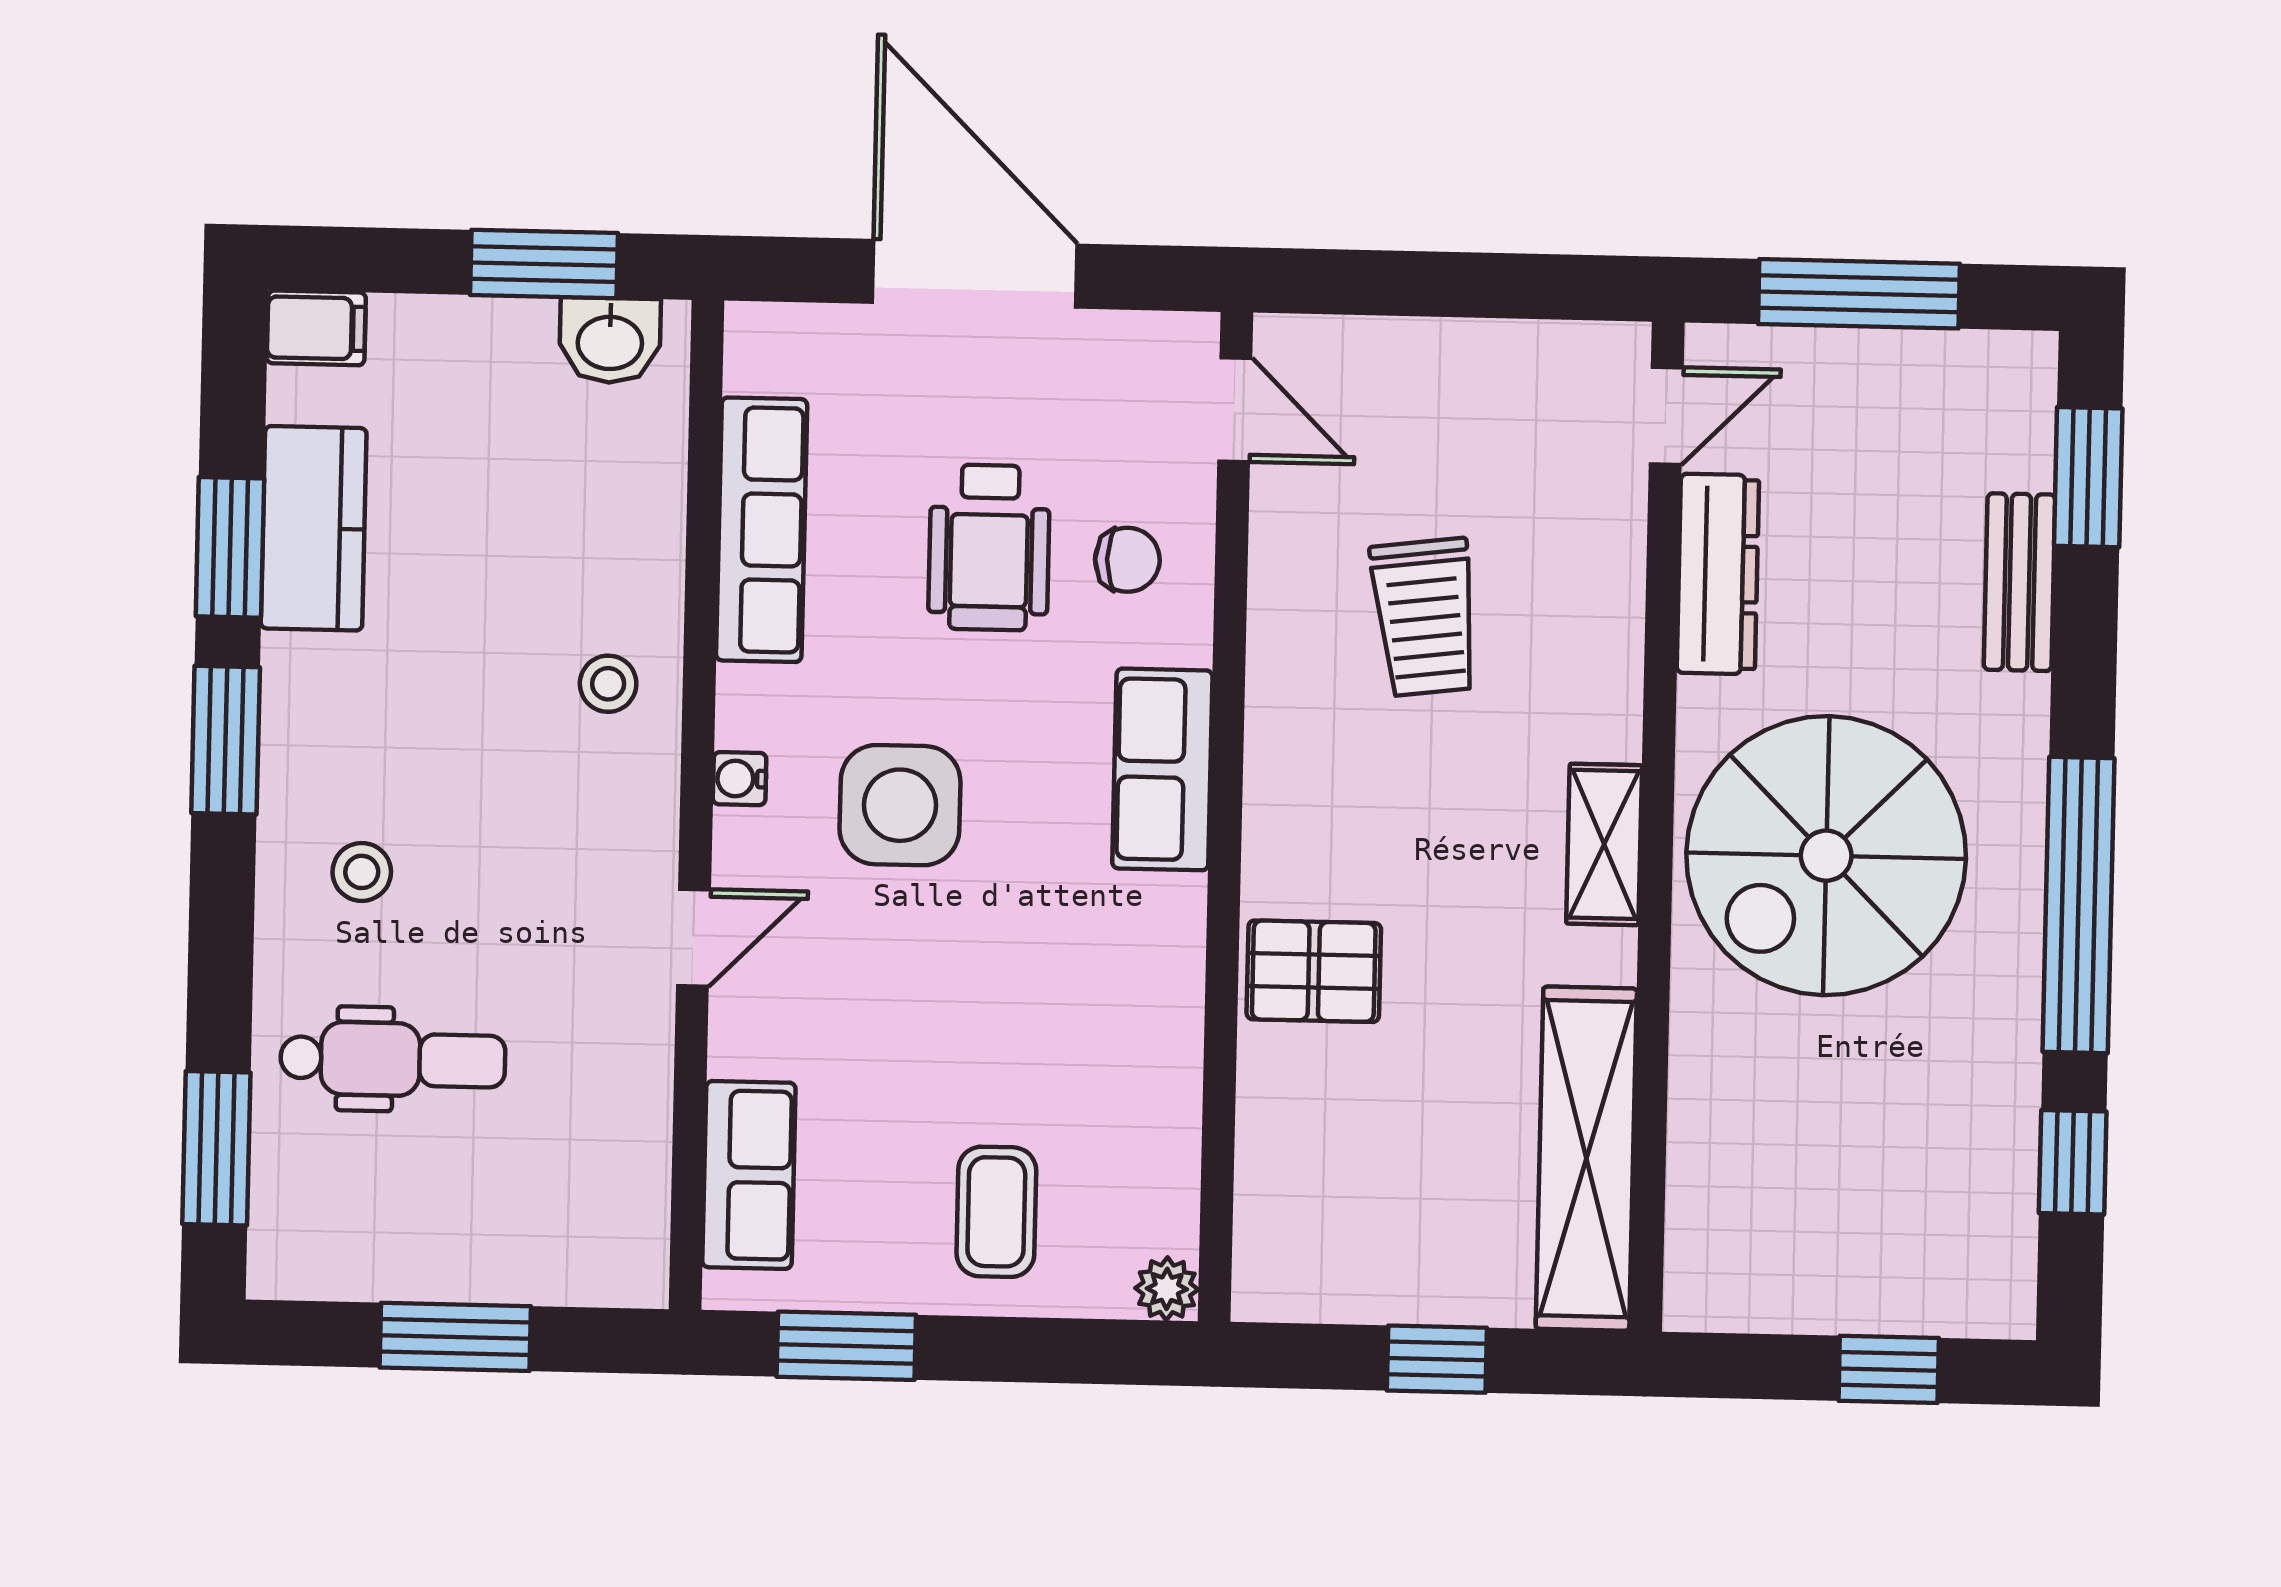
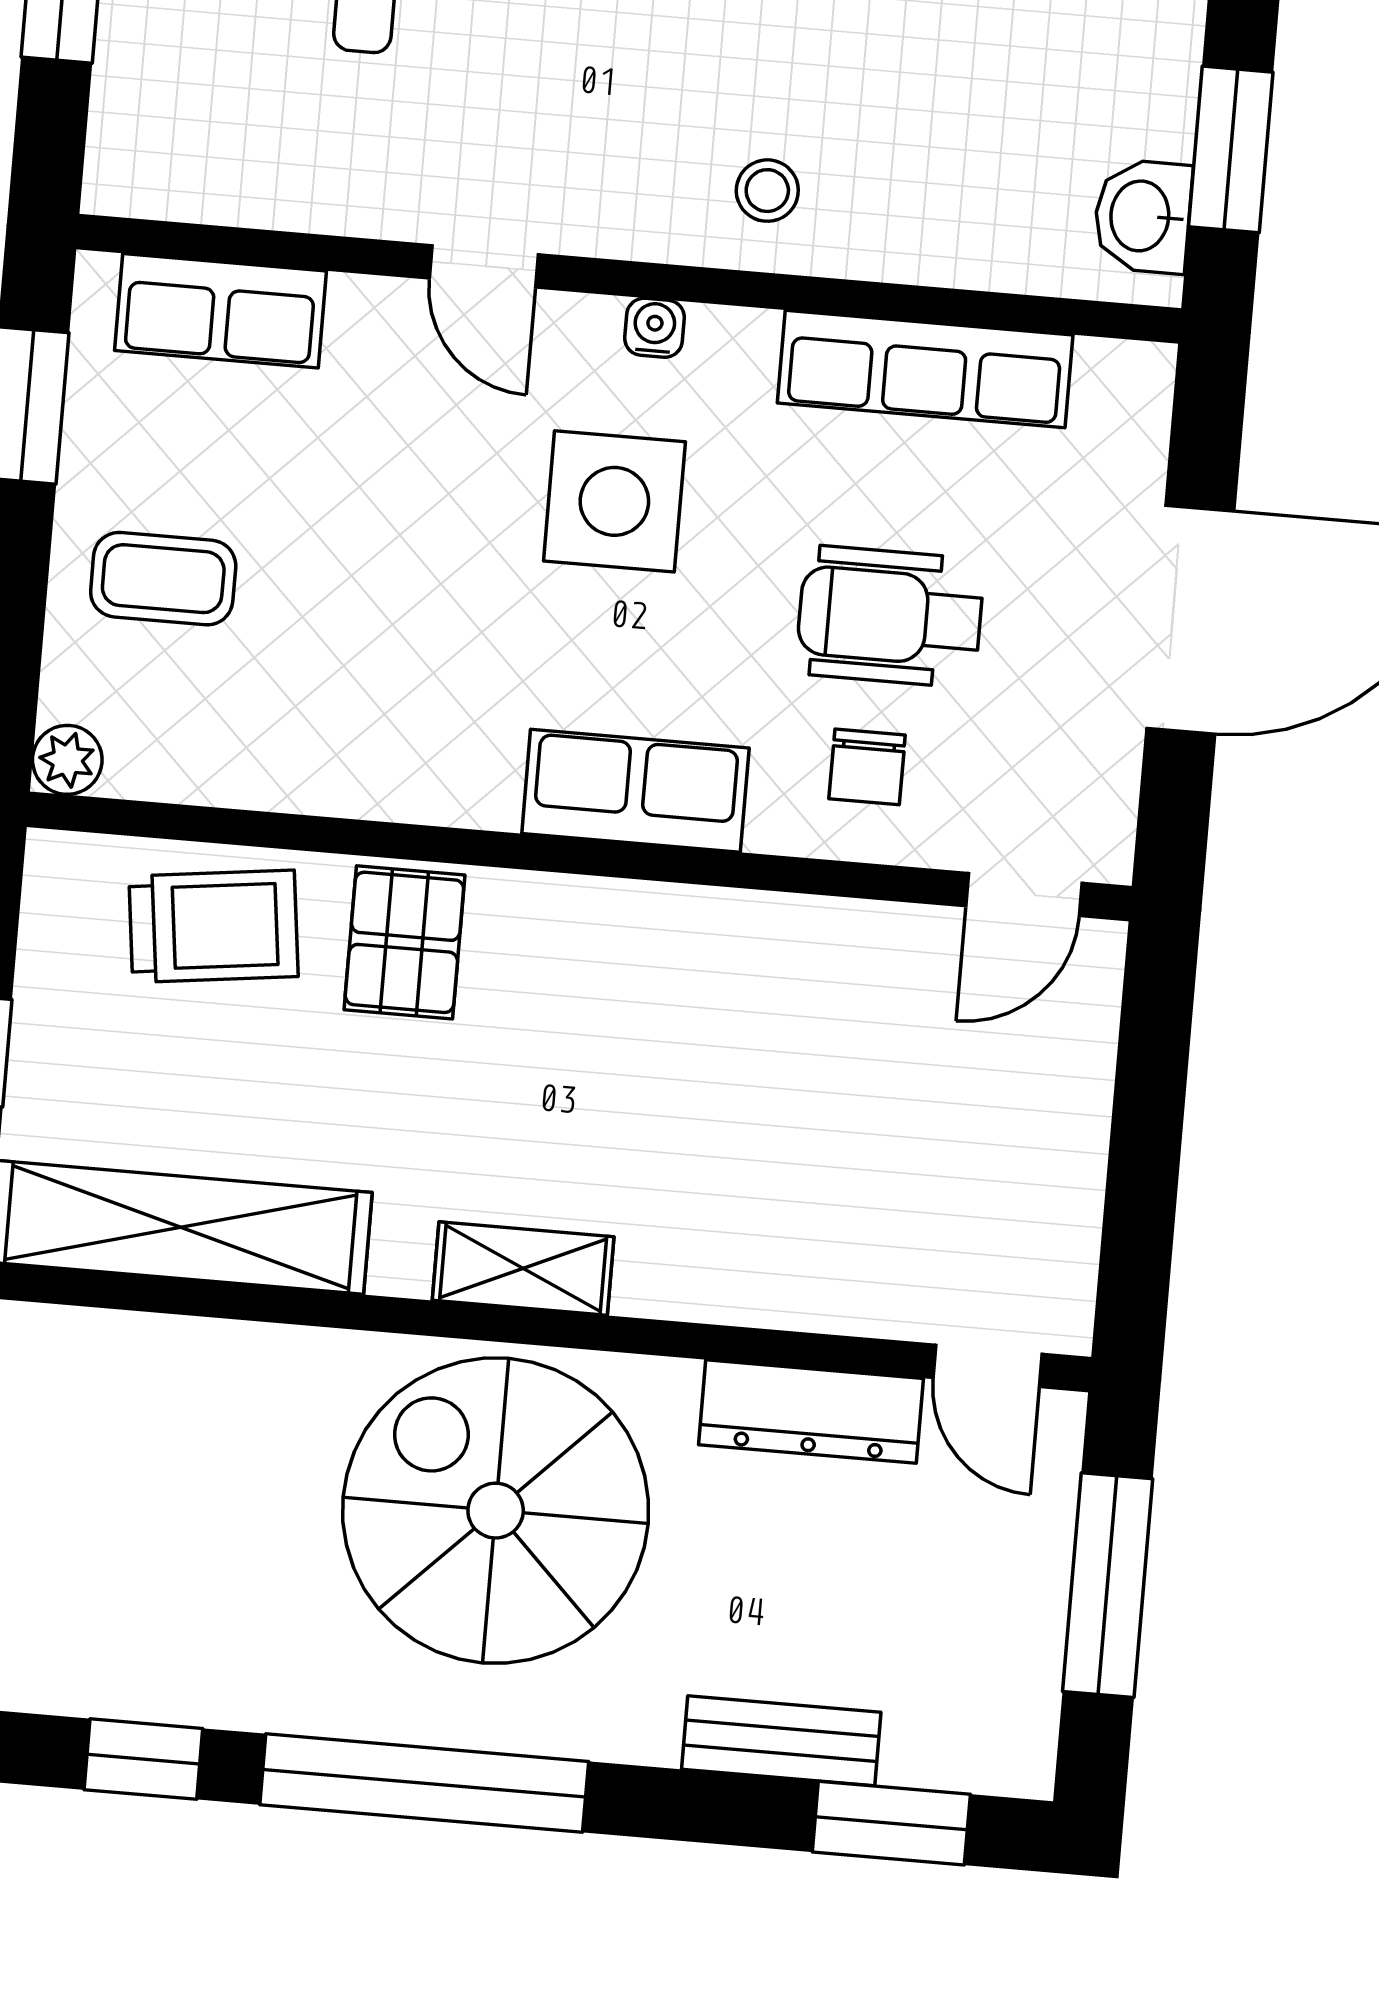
trolley: (1425, 617) -> (214, 926), moved, turned 180

